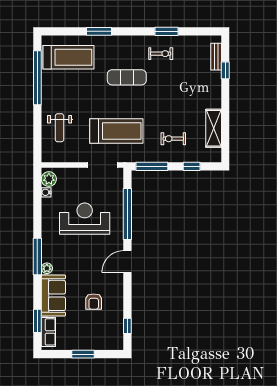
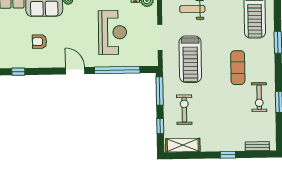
exercise bike: (161, 54) -> (259, 97), width x1.38, depth x1.39
window: (225, 70) -> (228, 155), moved
shelving: (214, 128) -> (183, 145), moved
exercise bike: (173, 139) -> (184, 110), width x1.38, depth x1.39
doorway: (103, 165) -> (160, 37), moved

